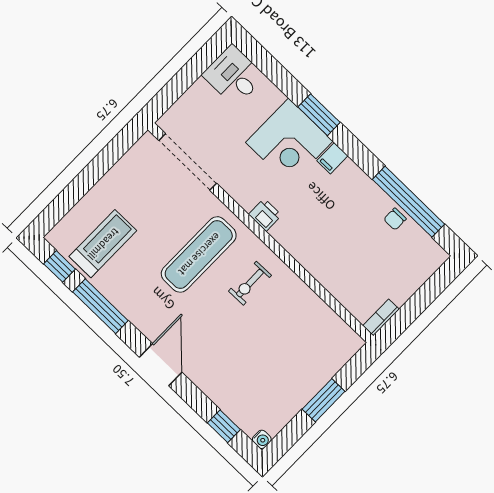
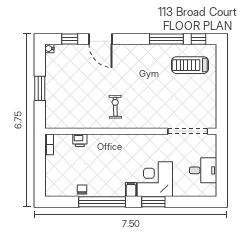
desk: (234, 76) -> (203, 170), moved
window: (409, 202) -> (102, 202), moved
printer: (265, 215) -> (80, 140), moved
treadmill: (103, 244) -> (190, 65), turned 90
exercise mat: (199, 254) -> (147, 98), removed
door: (161, 365) -> (100, 39), moved

